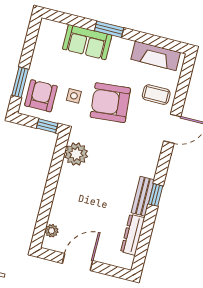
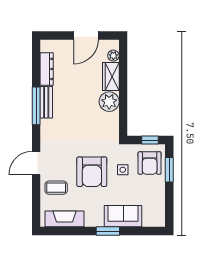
armchair: (110, 103) -> (92, 172), turned 95
window: (47, 126) -> (150, 140), moved
plant: (76, 154) -> (109, 102), moved
window: (156, 195) -> (36, 106), width x2.17
wardrobe: (61, 207) -> (111, 76), added

